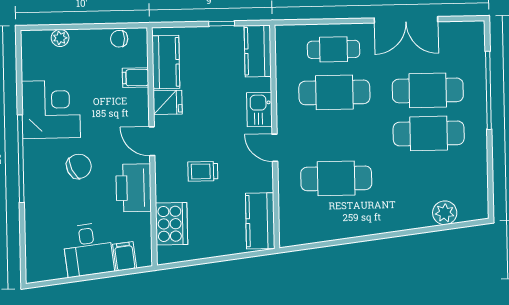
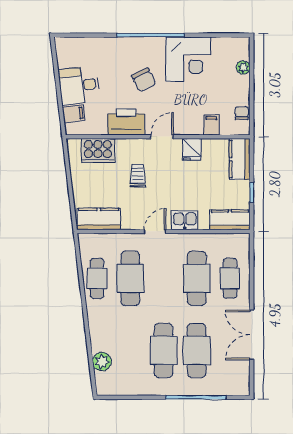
kitchen counter: (166, 62) -> (240, 159), moved, turned 90
cafe table: (337, 221) -> (97, 278), added

